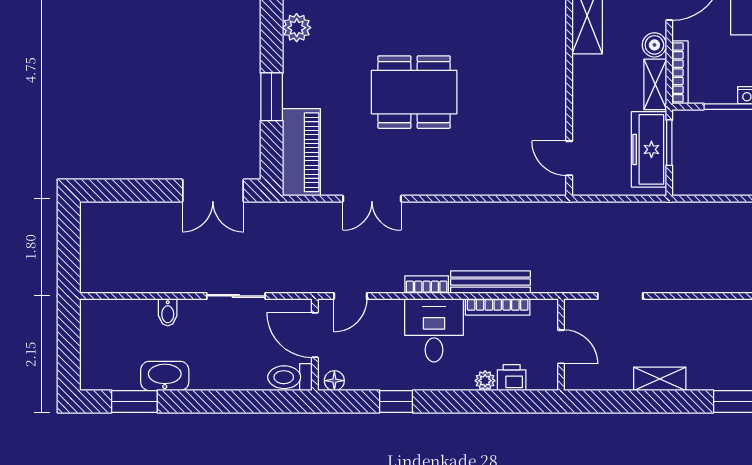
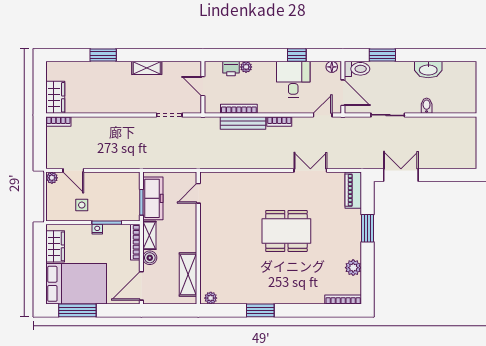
piano: (301, 152) -> (353, 190), width x0.73, depth x0.75
door: (569, 158) -> (198, 193), swing flipped
desk: (434, 330) -> (293, 79), moved, turned 180
window: (134, 401) -> (382, 55), moved

